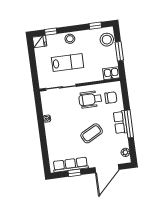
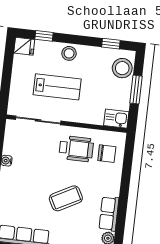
wheelchair: (90, 99) -> (76, 149), turned 180
row of seats: (120, 122) -> (109, 214), moved
window: (129, 124) -> (123, 198), removed

